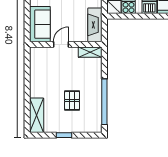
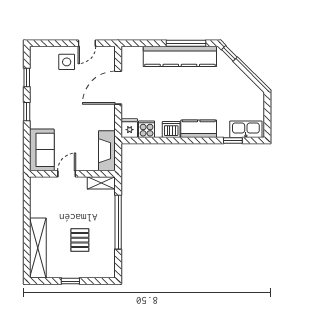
window: (104, 102) -> (118, 222), moved
shelving: (37, 115) -> (38, 248), width x1.47

